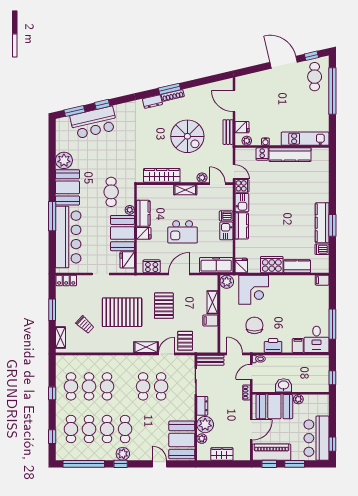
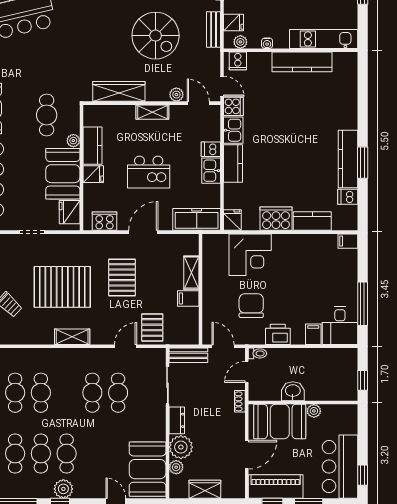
cooker: (262, 154) -> (238, 61), moved
plant: (227, 282) -> (212, 243), removed
shelving: (146, 347) -> (72, 337), moved

